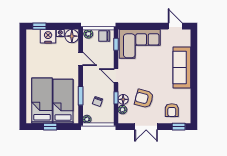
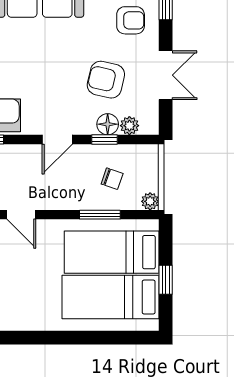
door: (81, 59) -> (21, 215), swing flipped
armchair: (144, 99) -> (106, 80), turned 88

